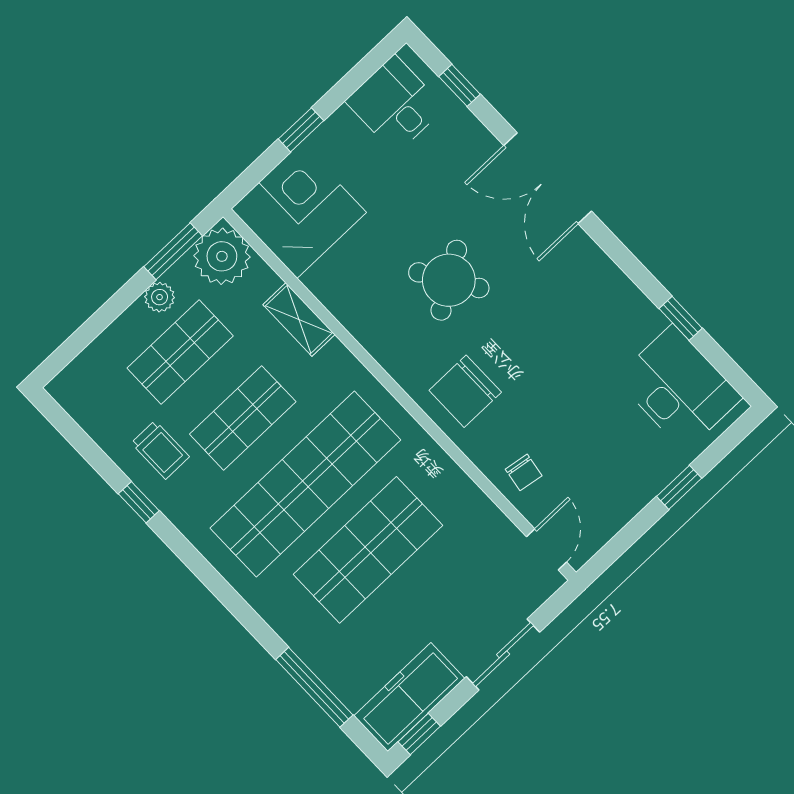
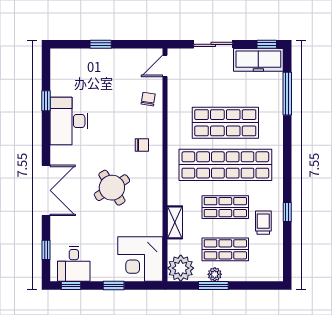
window: (368, 67) -> (71, 285), added
window: (173, 251) -> (213, 285), moved
desk: (679, 388) -> (69, 121), moved
chair: (465, 391) -> (142, 145), width x0.54, depth x0.54

